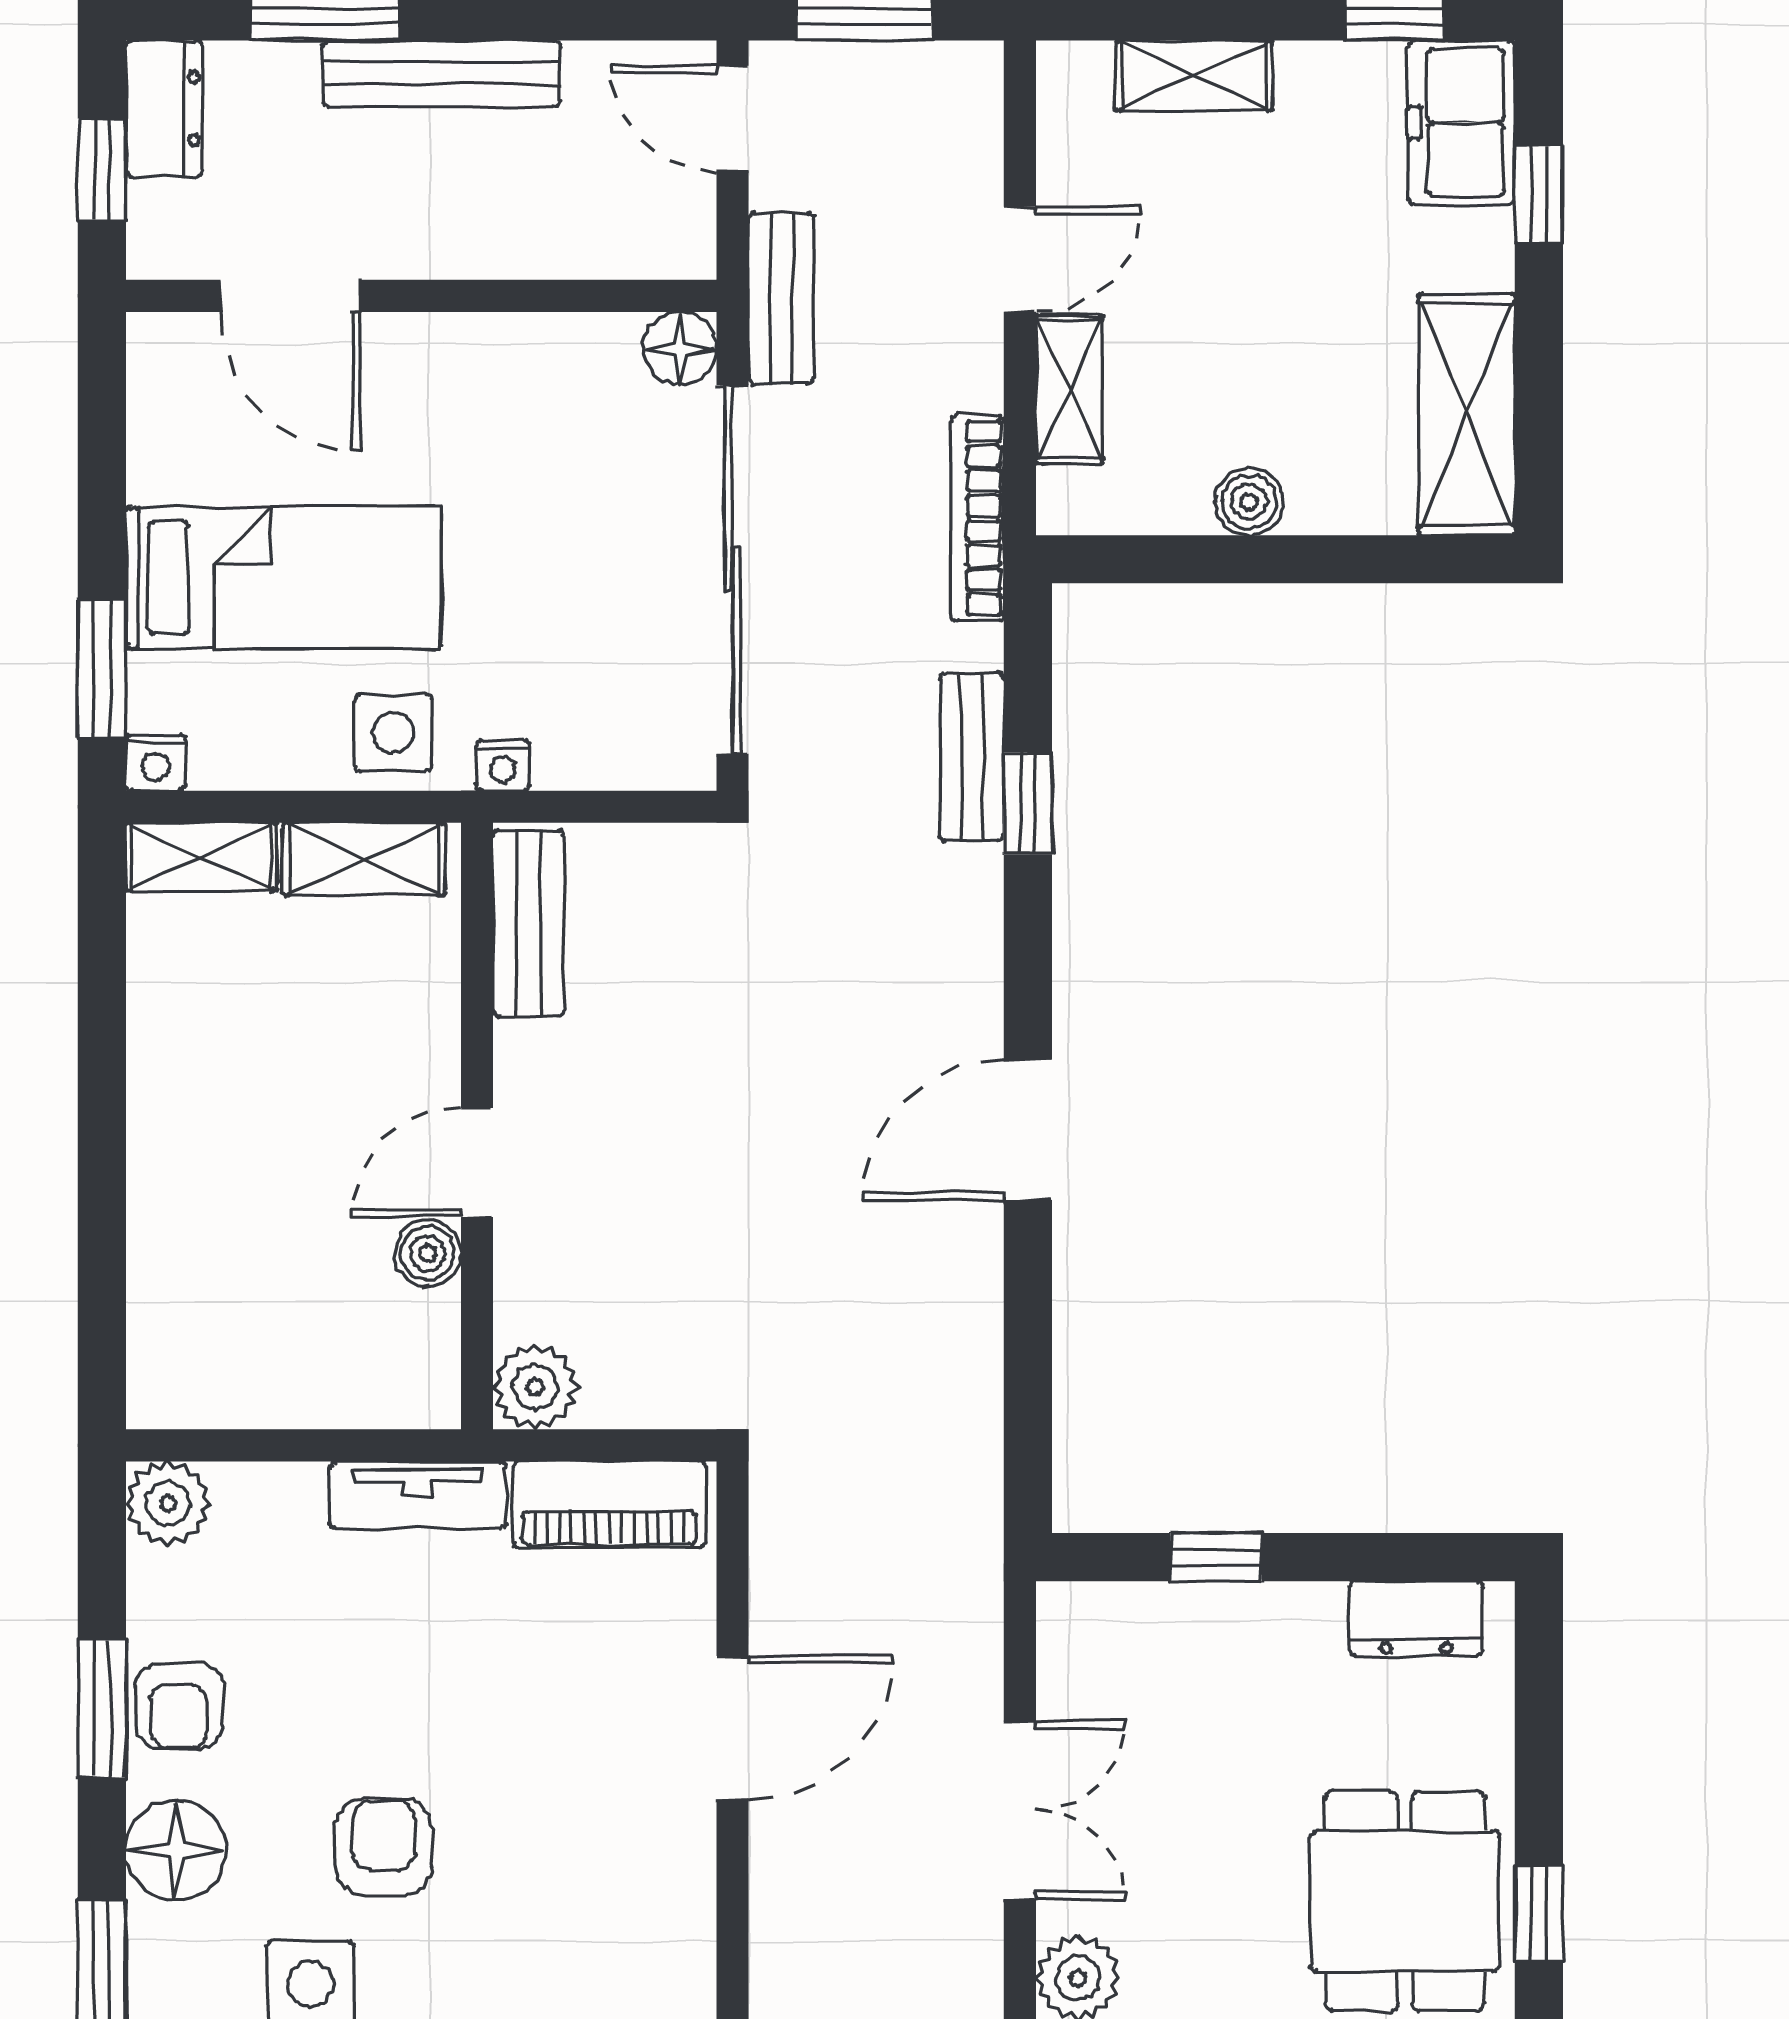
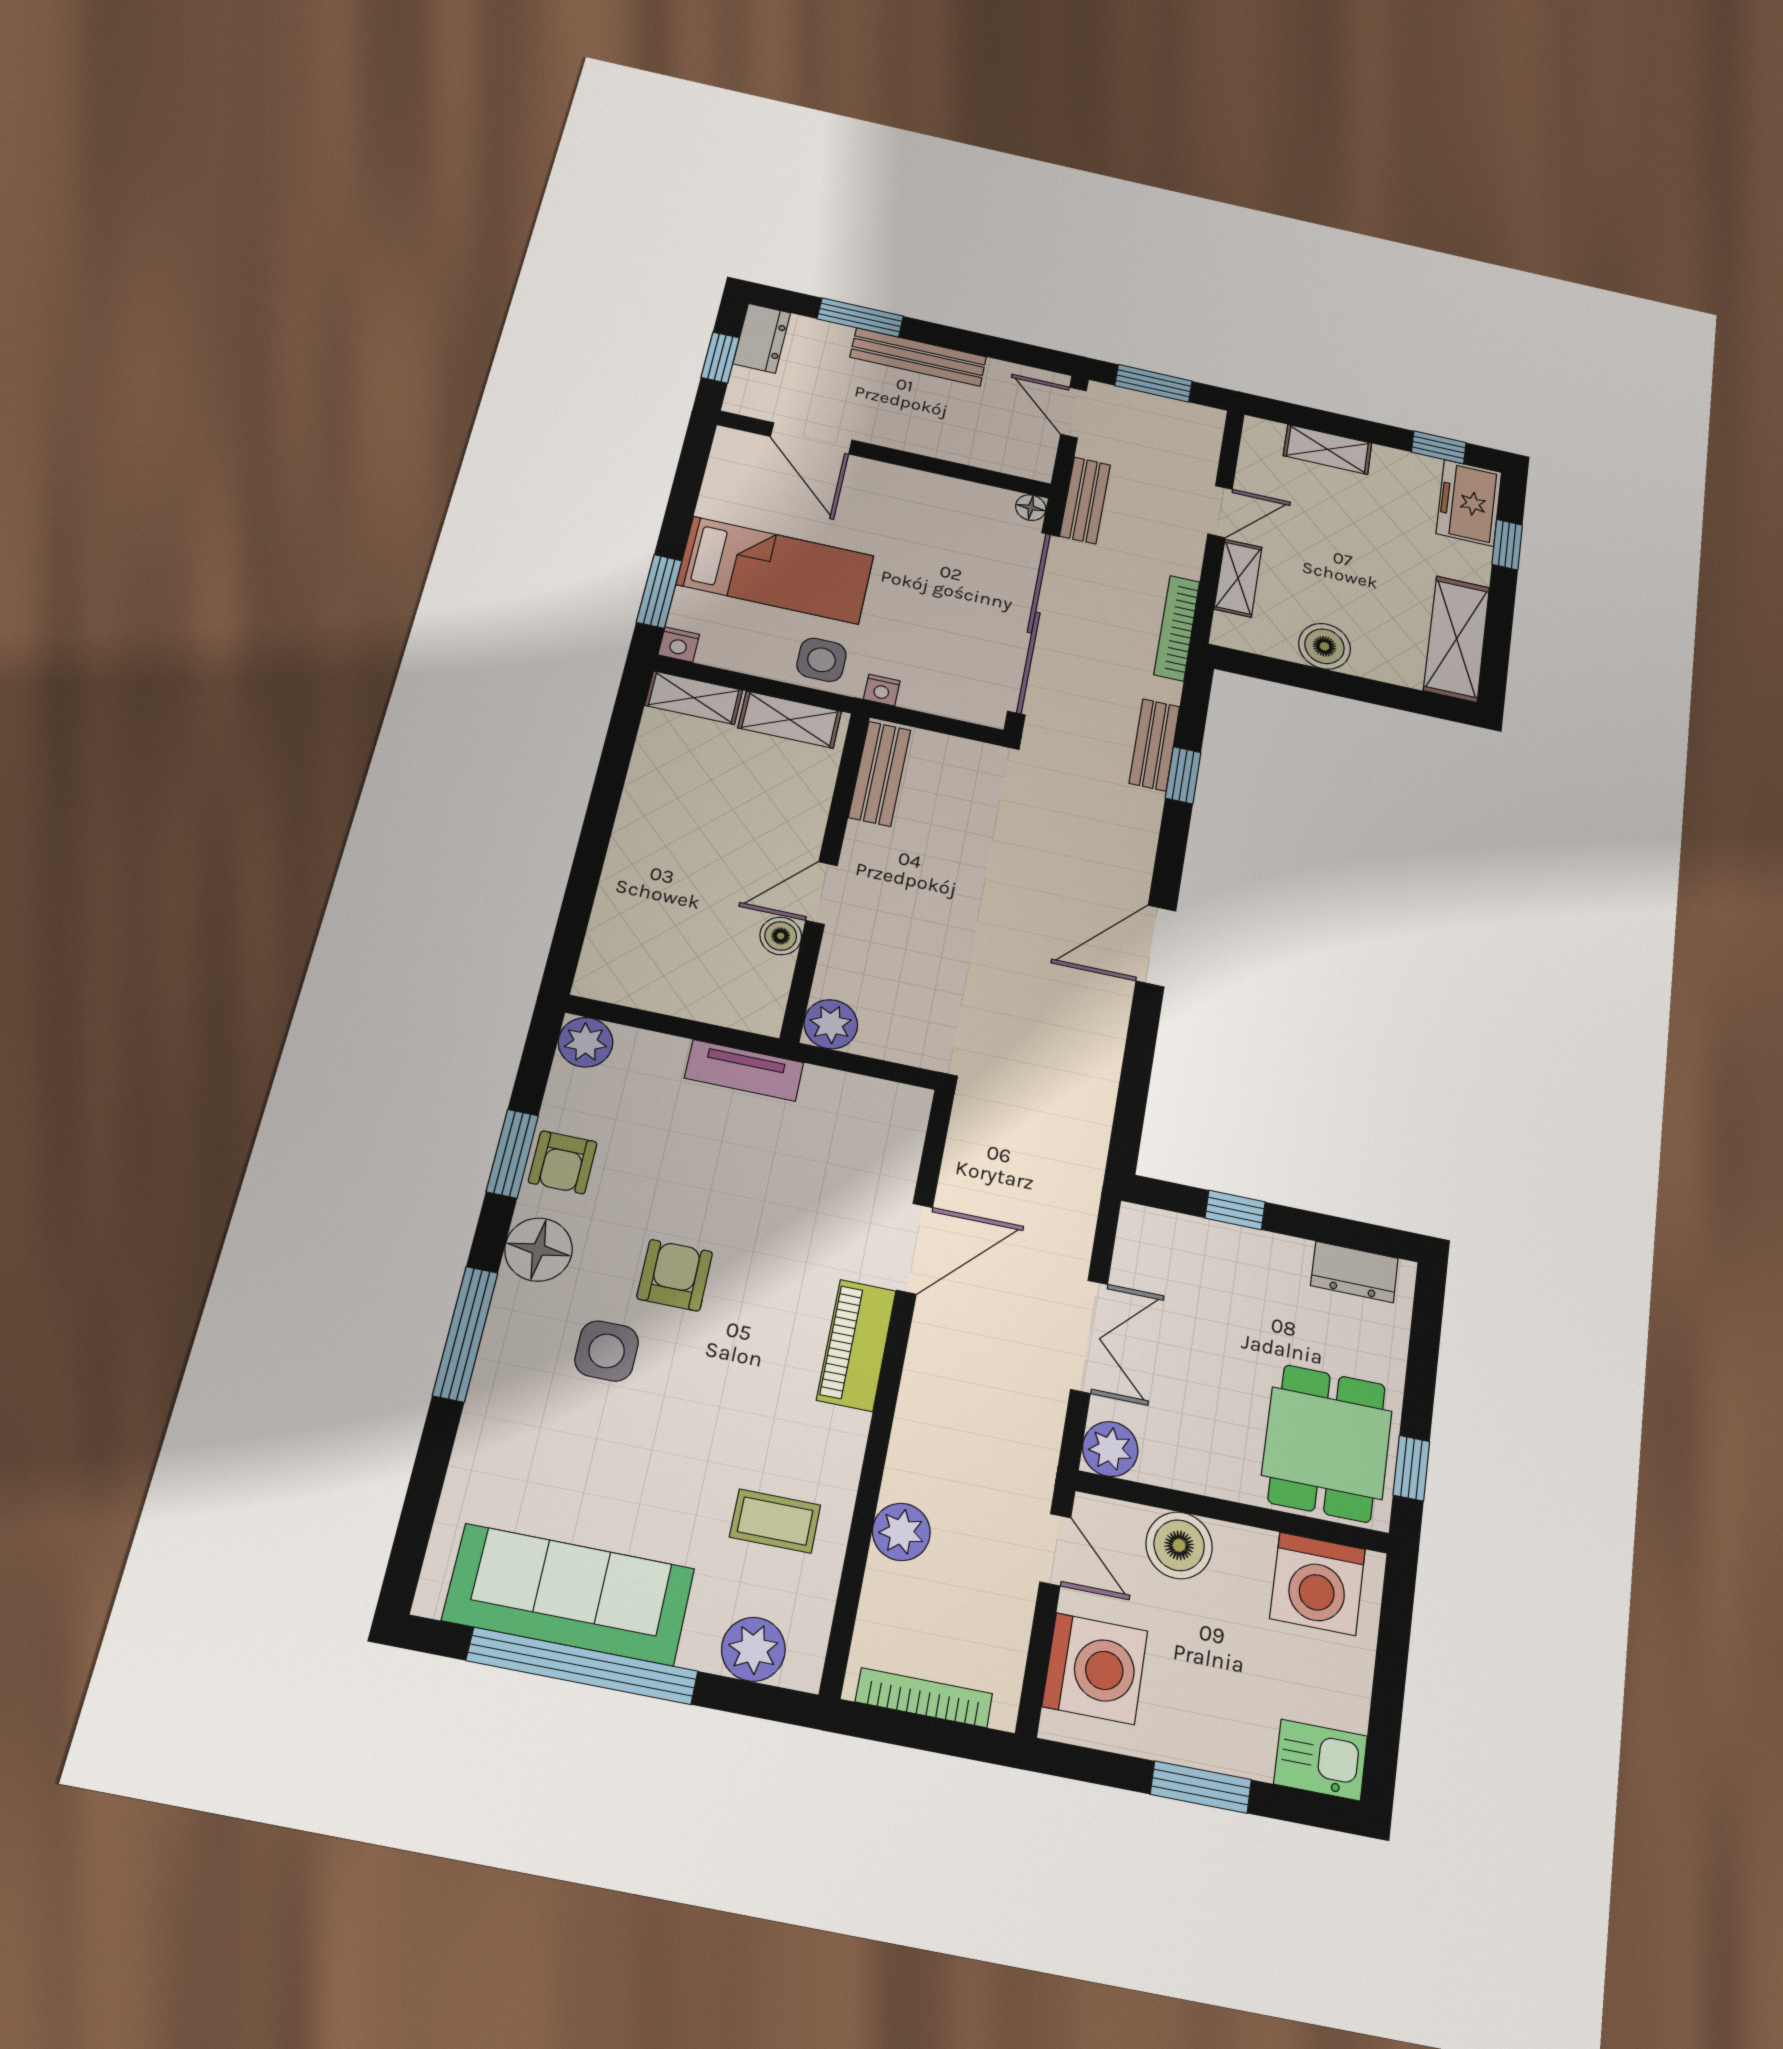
floor lamp: (680, 348) -> (1031, 508), width x0.73, depth x0.73
boiler: (1249, 502) -> (1324, 646), width x1.36, depth x1.36
piano: (609, 1505) -> (856, 1345), moved, turned 90

